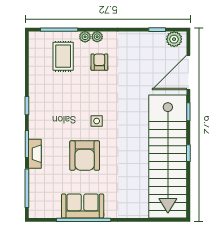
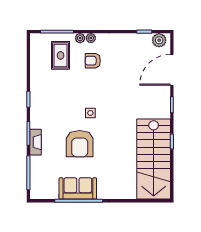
armchair: (99, 62) -> (93, 61), turned -90
stairs: (168, 156) -> (154, 159), width x0.73

